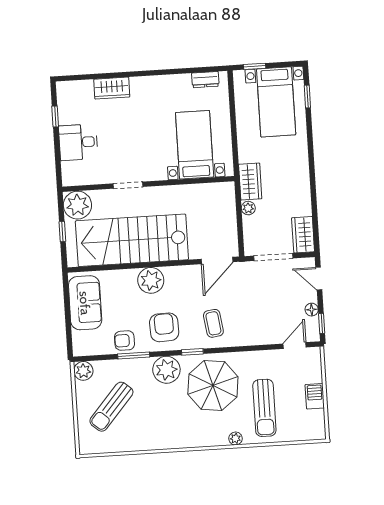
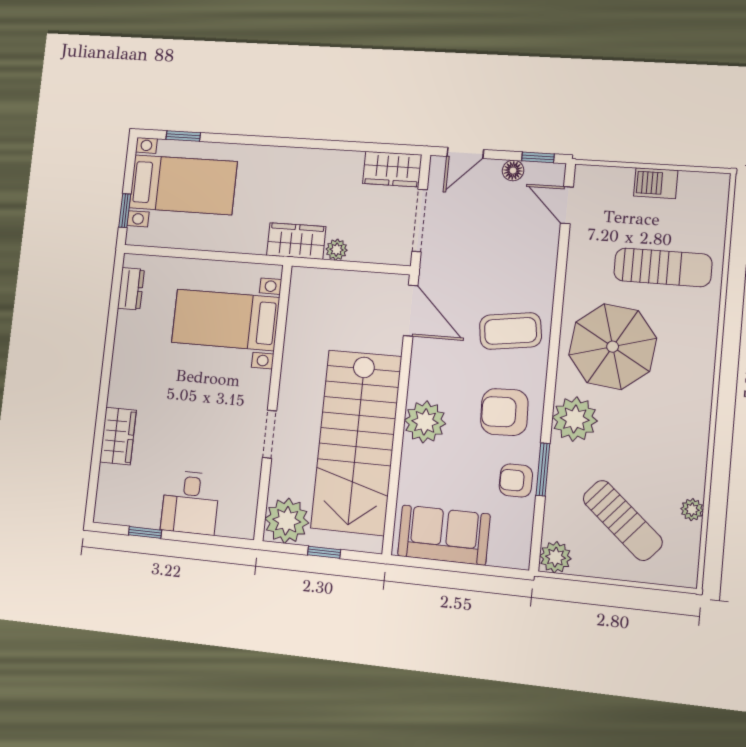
coffee table: (213, 323) -> (510, 331), width x1.36, depth x1.30
armchair: (124, 341) -> (516, 481), turned 90
window: (192, 352) -> (552, 372), removed
plant: (236, 438) -> (692, 510), moved

